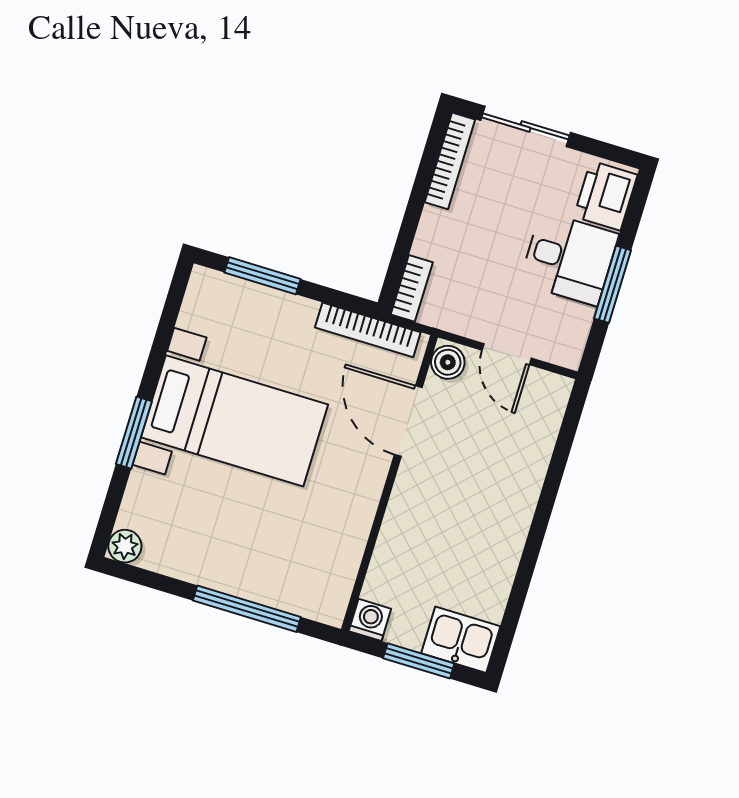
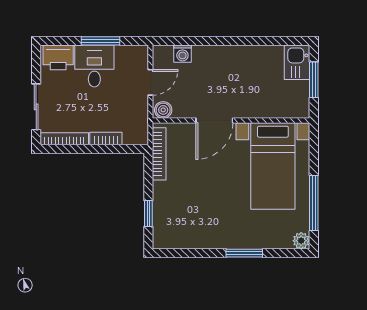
window: (263, 276) -> (148, 213), width x0.67
bookcase: (412, 288) -> (106, 139), moved
bed with nightstands: (234, 421) -> (273, 166), moved, turned 180
door: (408, 421) -> (214, 121), moved
window: (247, 609) -> (314, 203), moved
washing machine: (370, 620) -> (182, 54), moved, turned -90

